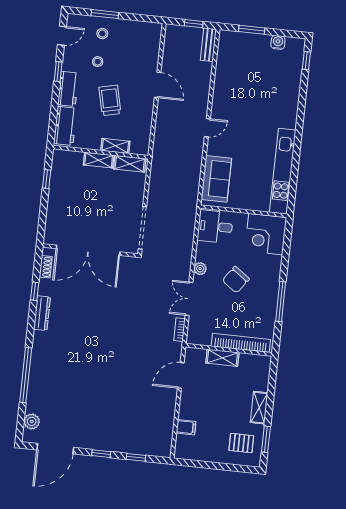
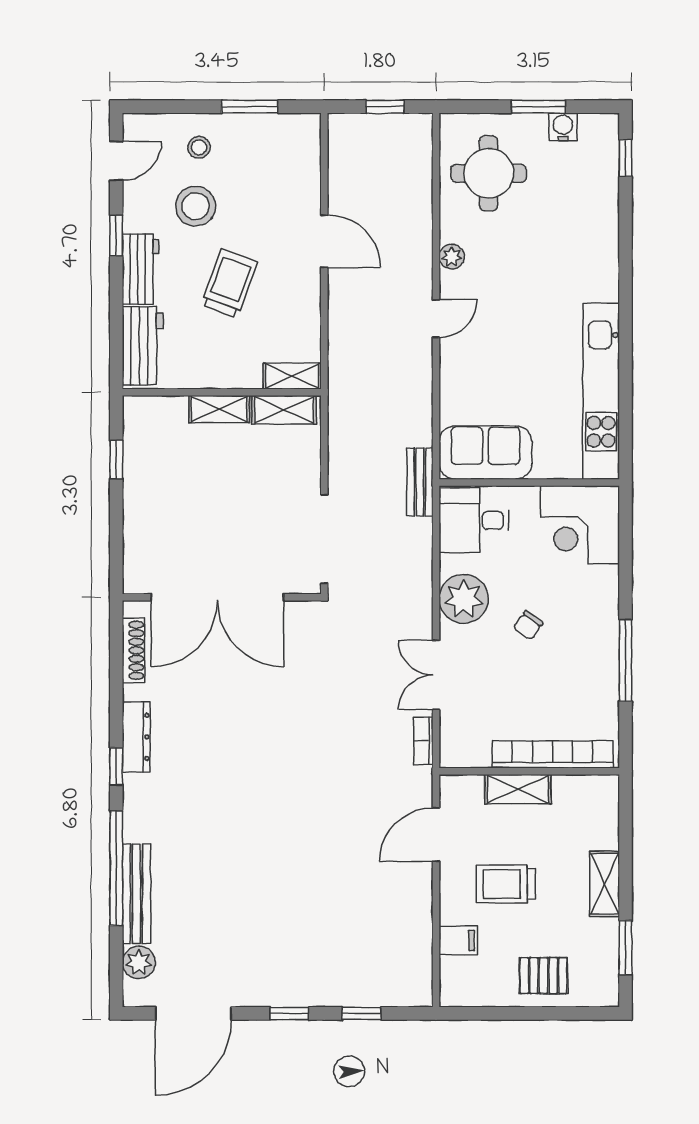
window: (105, 14) -> (250, 107), moved
window: (252, 30) -> (538, 107), moved
bench: (208, 45) -> (420, 482), moved
round table: (240, 61) -> (489, 173), added
stool: (98, 62) -> (196, 206), width x1.89, depth x1.89
plant: (218, 99) -> (452, 257), added
trolley: (110, 100) -> (229, 283), turned 33
shelving: (115, 146) -> (292, 376), moved
sofa: (216, 179) -> (485, 453), moved, turned -90
shoe rack: (46, 267) -> (133, 650), width x1.43
plant: (200, 269) -> (464, 599), width x1.88, depth x1.88
chair: (236, 280) -> (528, 625), width x0.54, depth x0.54
window: (35, 291) -> (116, 766), moved
bench: (34, 388) -> (136, 894), added
trolley: (212, 403) -> (506, 884), added
pallet: (241, 443) -> (544, 976), moved

